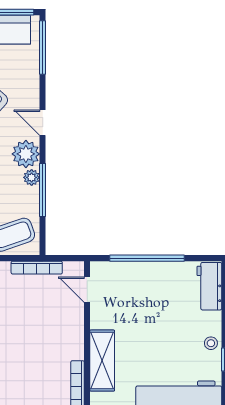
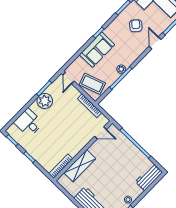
door: (43, 123) -> (155, 43), moved
plant: (26, 154) -> (128, 58), removed
door: (87, 290) -> (101, 133), swing flipped

